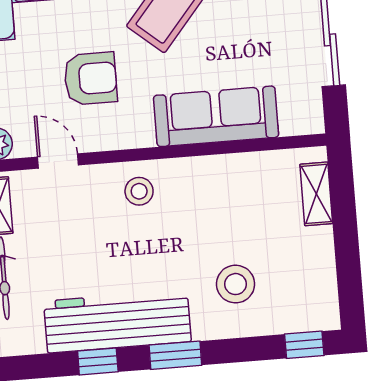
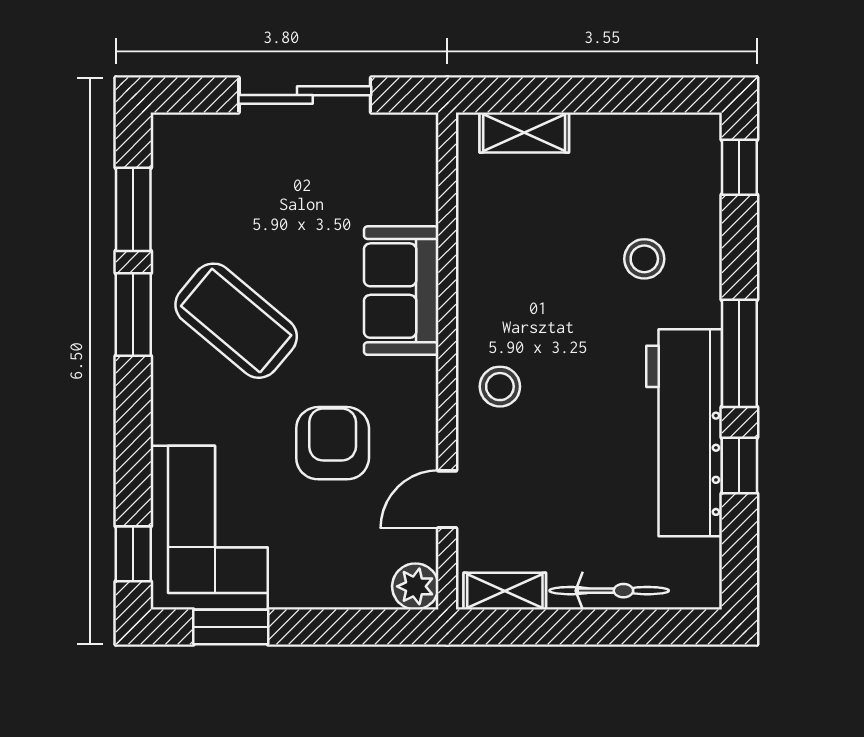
sofa: (216, 116) -> (401, 291), width x0.73
stool: (236, 284) -> (644, 259), width x0.73, depth x0.73
window: (175, 355) -> (739, 353), width x1.44

